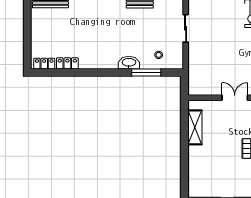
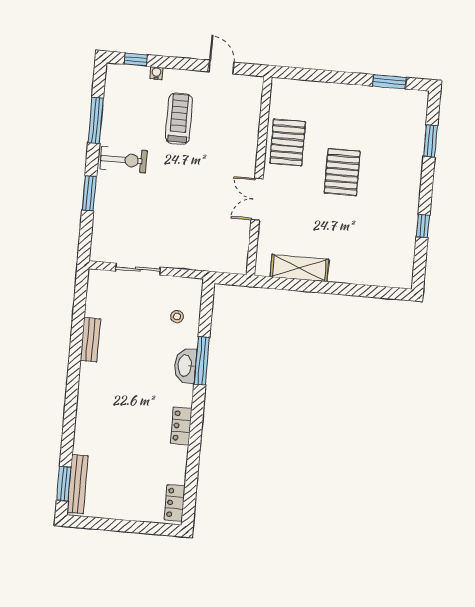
locker: (67, 63) -> (181, 426), moved
window: (146, 72) -> (202, 361), moved

